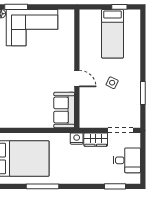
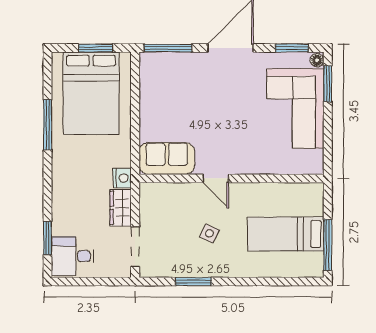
window: (119, 7) -> (328, 245), width x2.17
door: (77, 79) -> (216, 178), hinge flipped
desk: (127, 160) -> (72, 256), moved, turned 90

